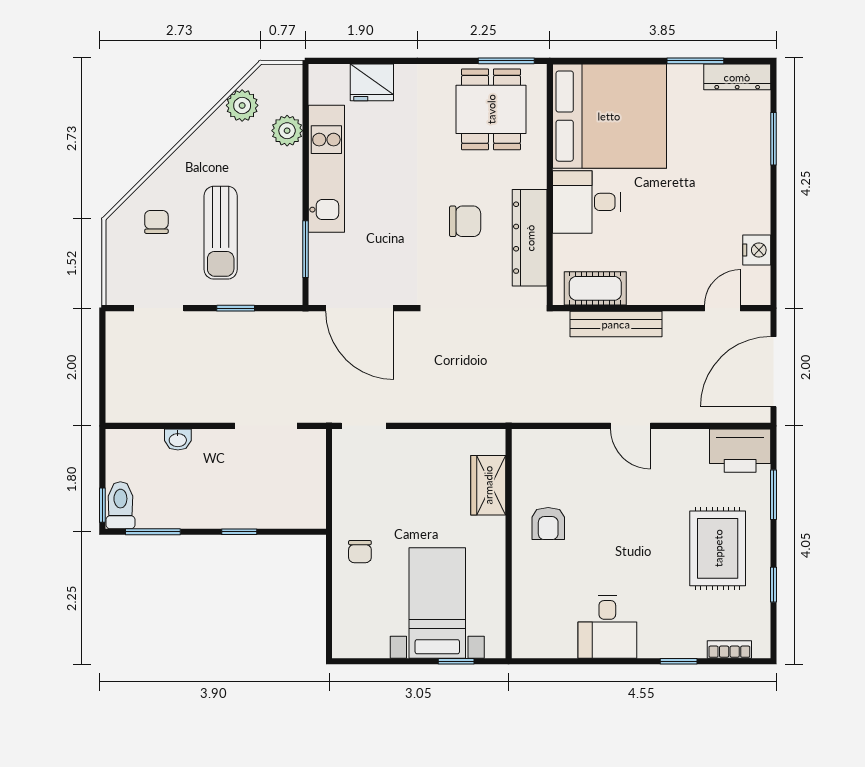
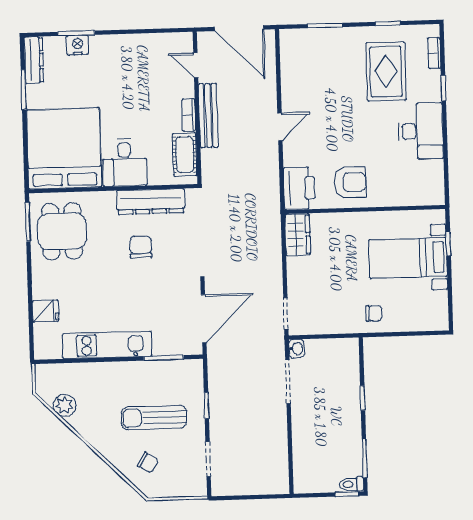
fridge: (372, 82) -> (46, 311), width x0.72
dining table: (491, 109) -> (62, 231), turned 90
plant: (287, 131) -> (81, 373), removed
chair: (156, 222) -> (148, 463), turned -149
sun lounger: (221, 233) -> (154, 418), turned 180
nightstand: (757, 250) -> (78, 45), moved
bookcase: (652, 296) -> (189, 115), added
bench: (616, 324) -> (208, 115), moved
washbasin: (178, 440) -> (297, 349), moved
printer: (740, 451) -> (299, 188), moved
wardrobe: (488, 485) -> (298, 235), moved, turned -90
toilet: (120, 505) -> (351, 484), width x0.73, depth x0.72
armchair: (548, 524) -> (350, 182), width x1.38, depth x1.38
rug: (718, 548) -> (386, 71), moved, turned 90
desk: (607, 627) -> (421, 131), width x1.37

